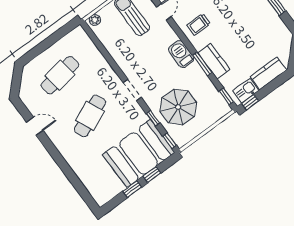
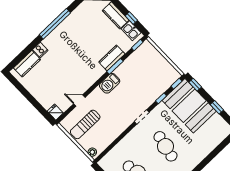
trolley: (199, 24) -> (85, 73), removed
window: (250, 102) -> (131, 18), moved
parasol: (178, 107) -> (150, 80), removed
cafe table: (90, 116) -> (165, 146), turned 36
window: (152, 175) -> (195, 85), moved

